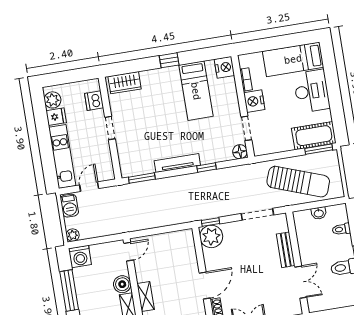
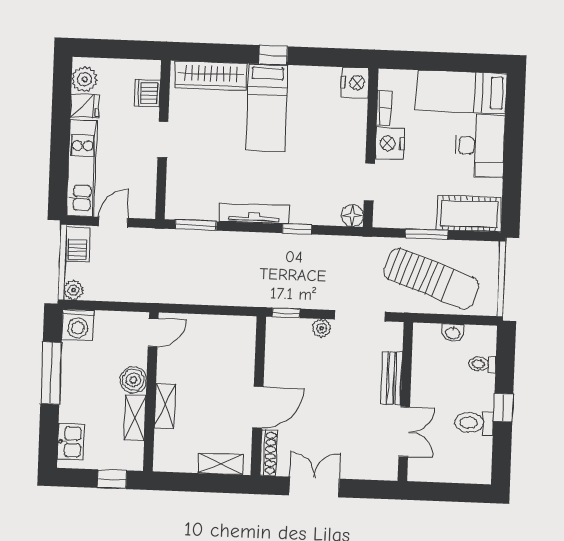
wardrobe: (125, 83) -> (211, 76), width x1.50
bed: (196, 91) -> (267, 108), moved
window: (319, 149) -> (427, 234), moved
plant: (211, 236) -> (321, 328), moved, width x0.53, depth x0.53

